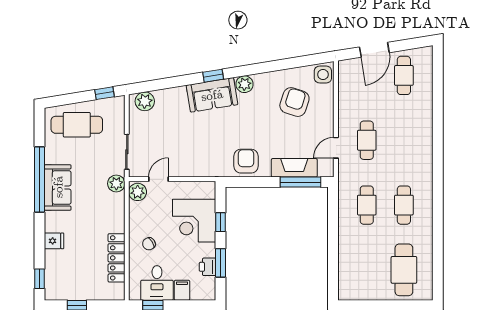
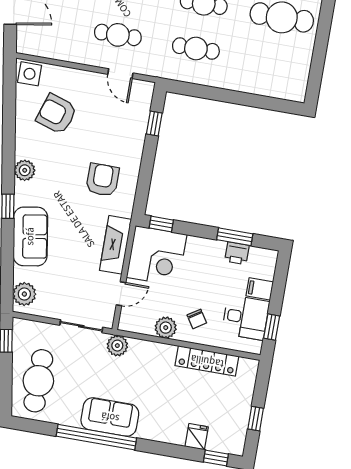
sofa: (212, 95) -> (30, 236), moved
armchair: (246, 161) -> (103, 180), moved, turned 90
fireplace: (294, 168) -> (115, 245), moved
door: (158, 179) -> (121, 294), swing flipped
window: (300, 182) -> (154, 123), width x0.46
plant: (138, 192) -> (166, 328), moved
corner desk: (194, 221) -> (157, 256), moved
window: (220, 222) -> (161, 224), moved
fridge: (54, 241) -> (197, 437), moved

